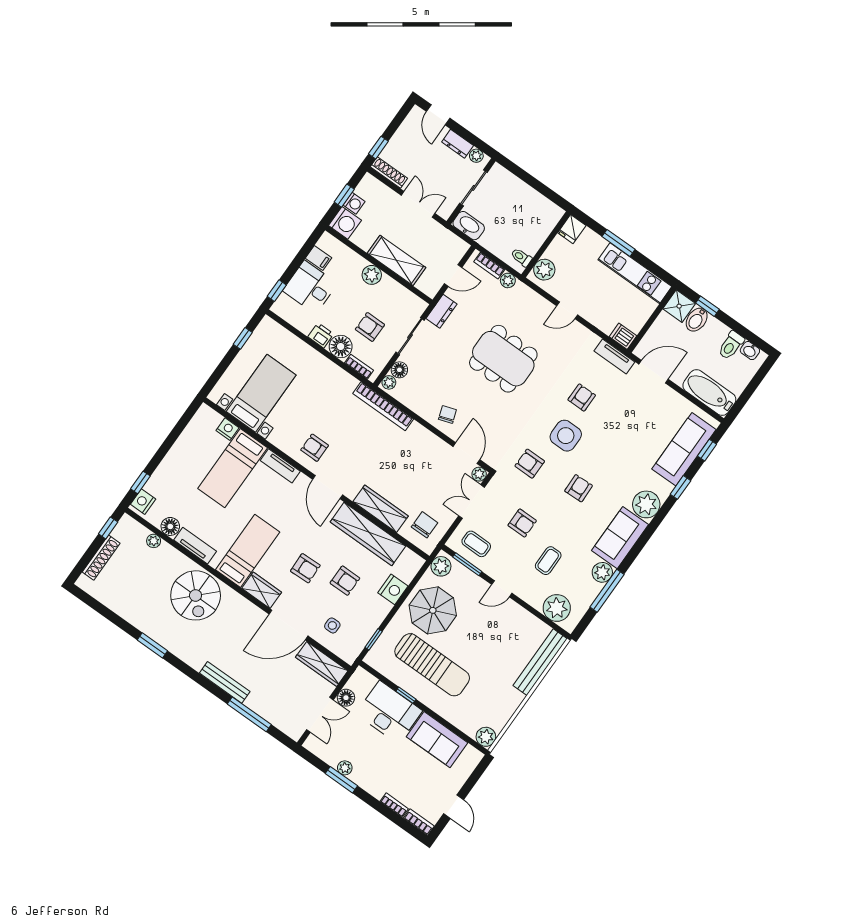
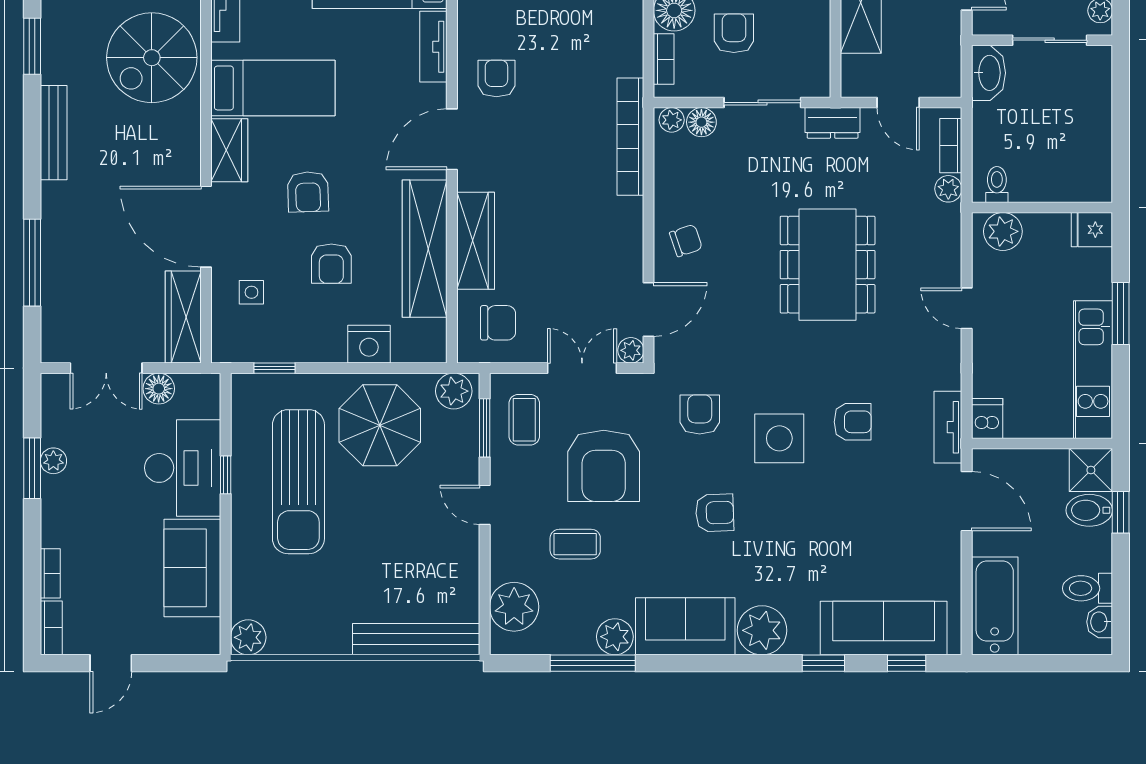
armchair: (522, 523) -> (604, 466), width x1.88, depth x1.88
bench: (225, 682) -> (54, 133), moved

